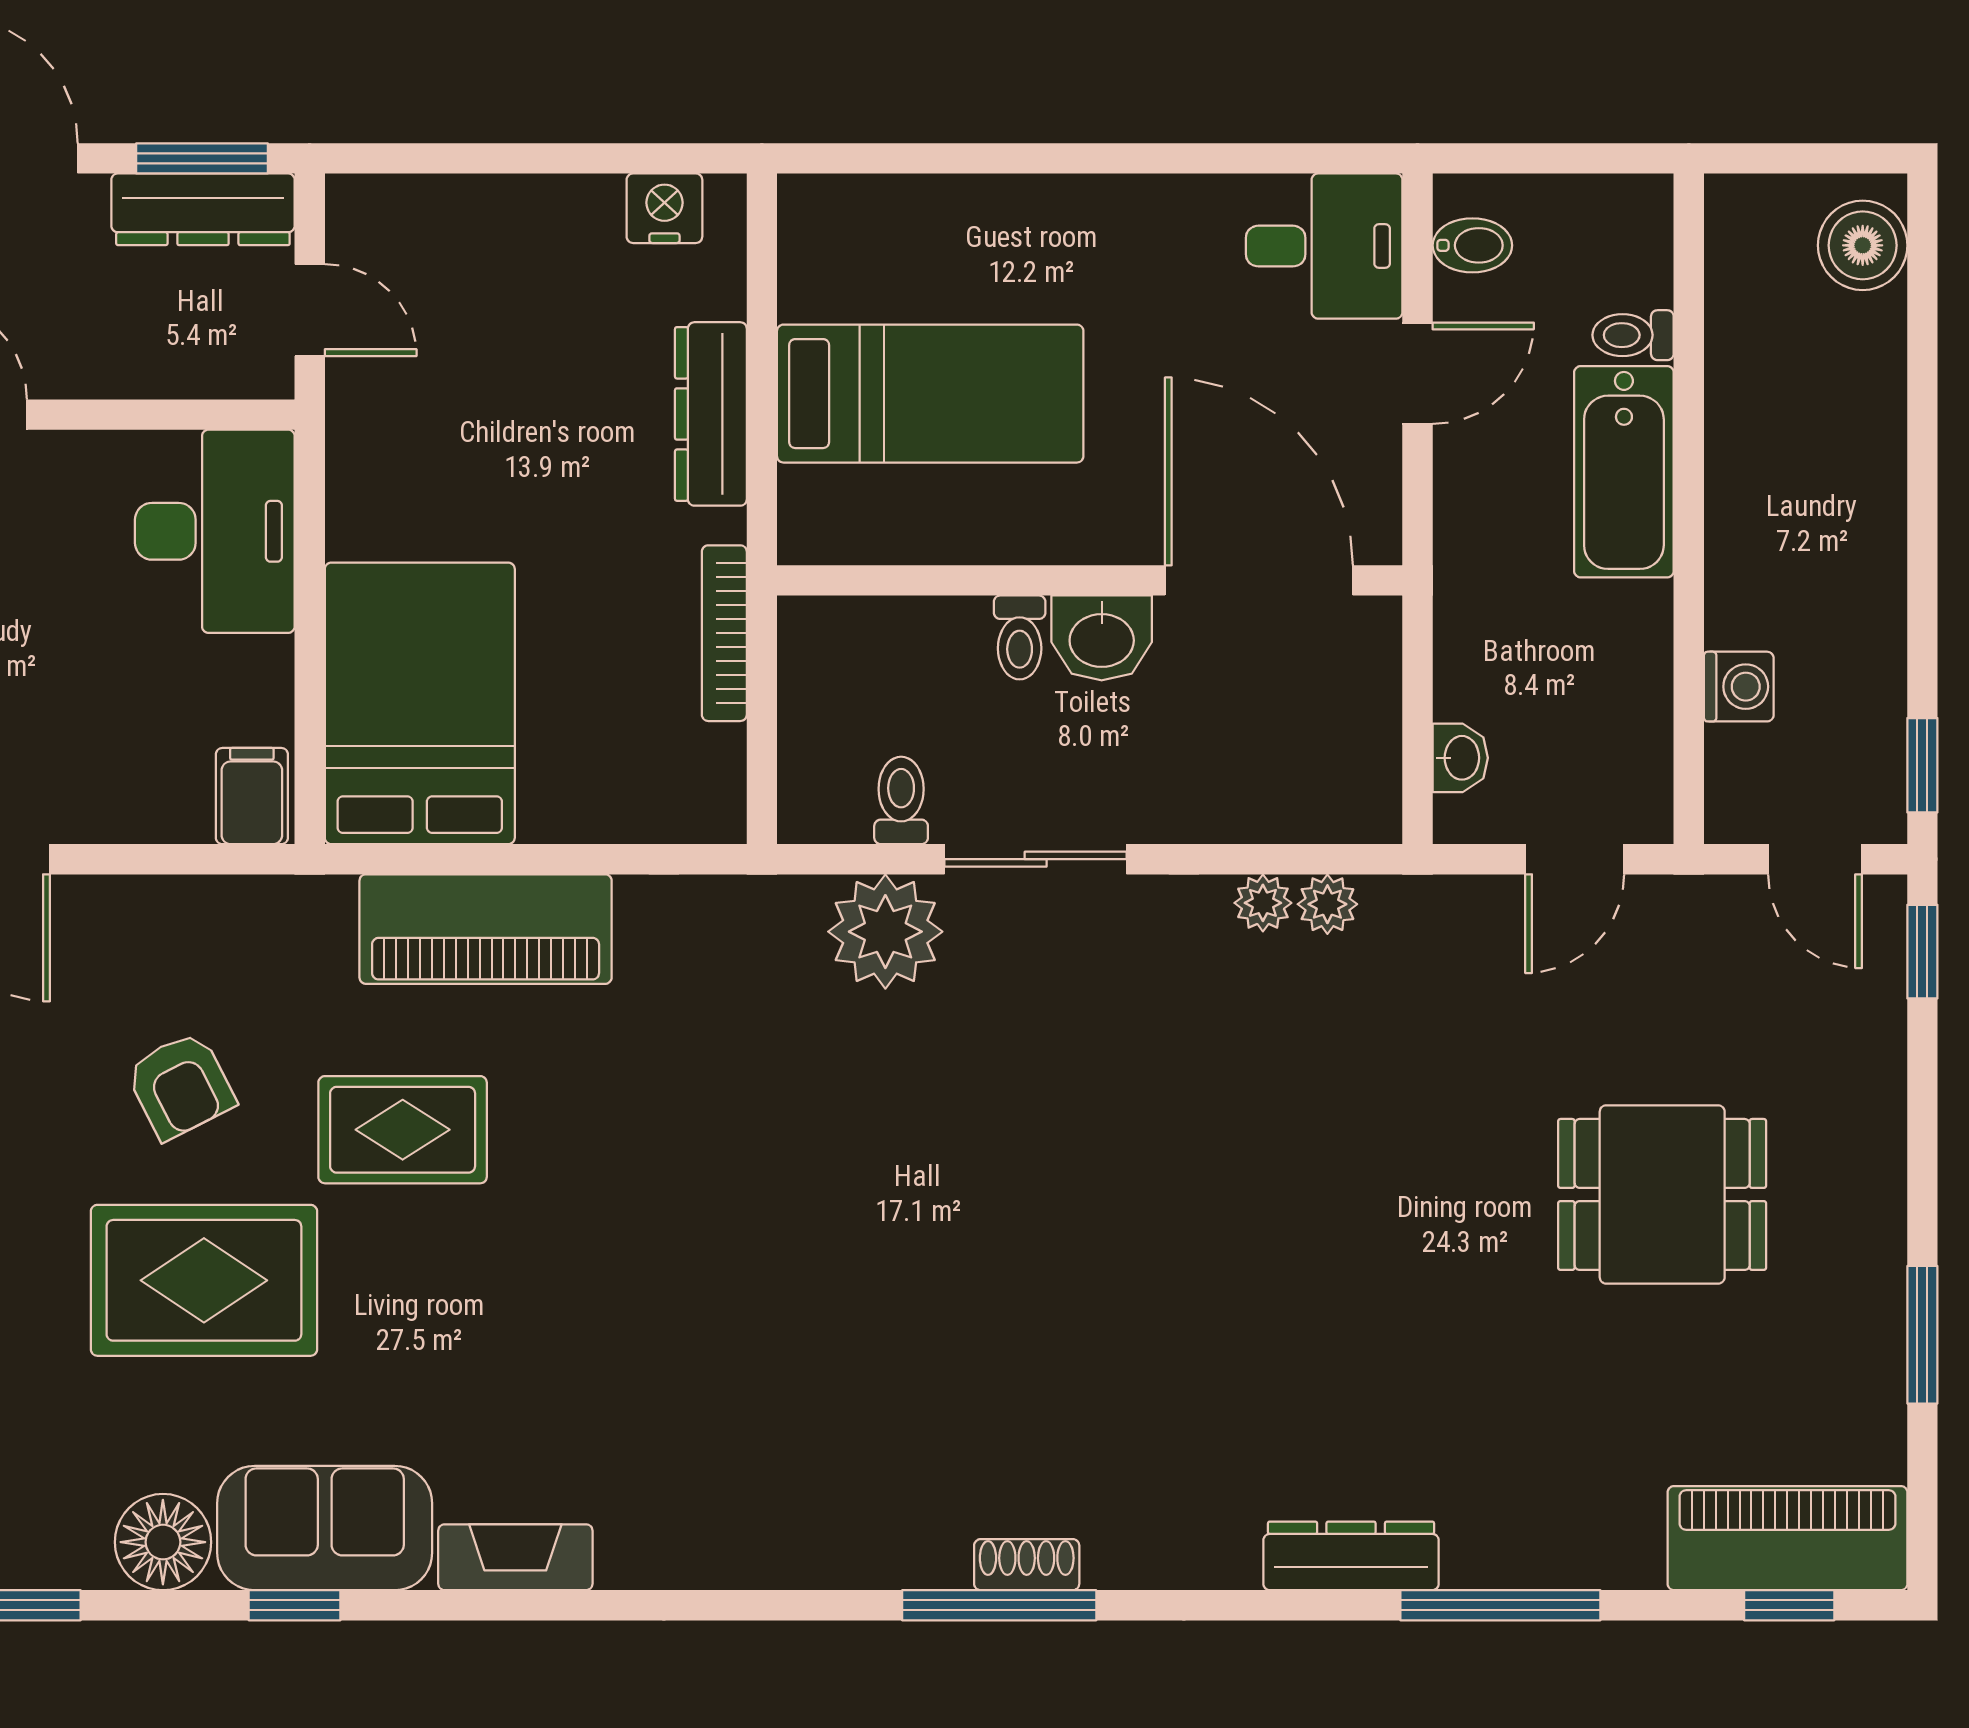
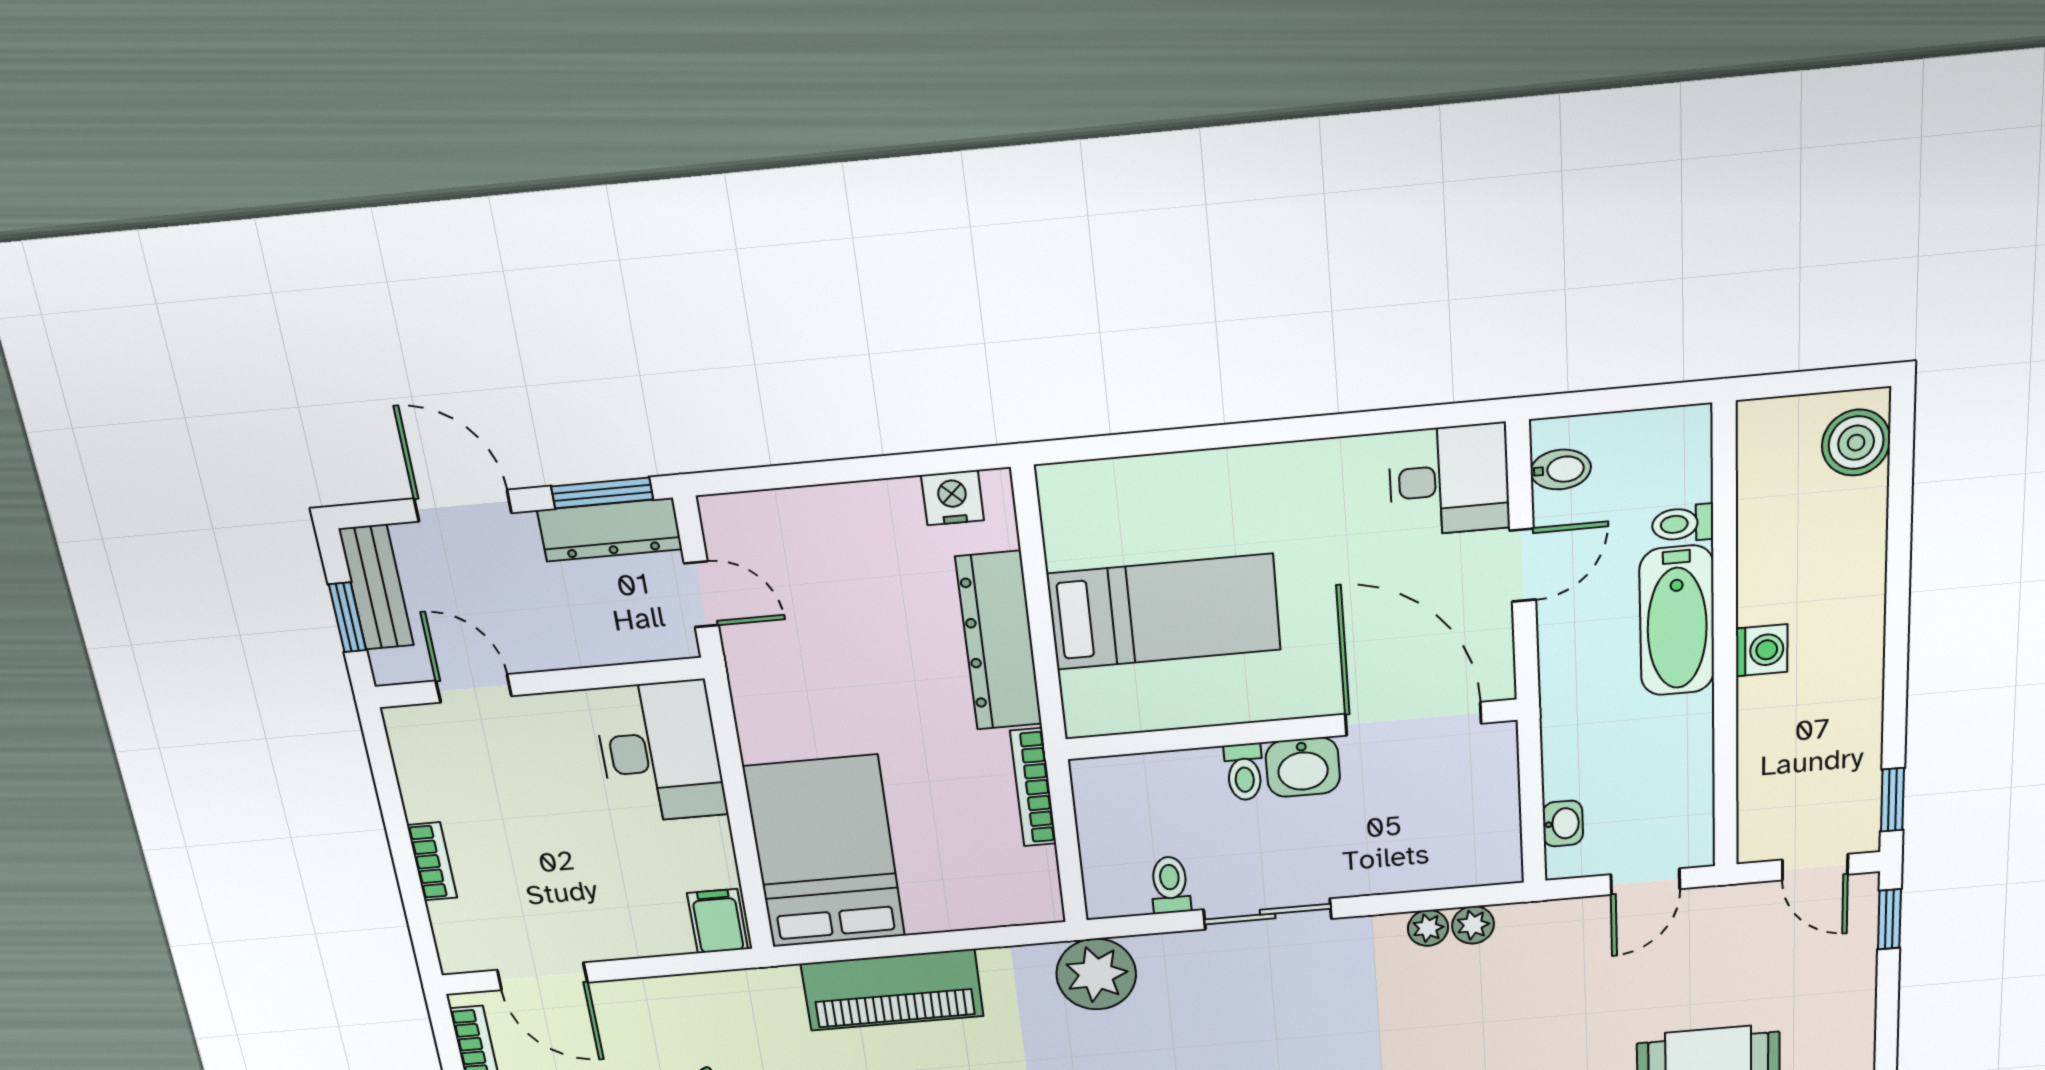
dresser: (711, 414) -> (999, 641), width x1.37, depth x1.24
washing machine: (1739, 687) -> (1762, 650), moved
plant: (885, 932) -> (1096, 974), moved

